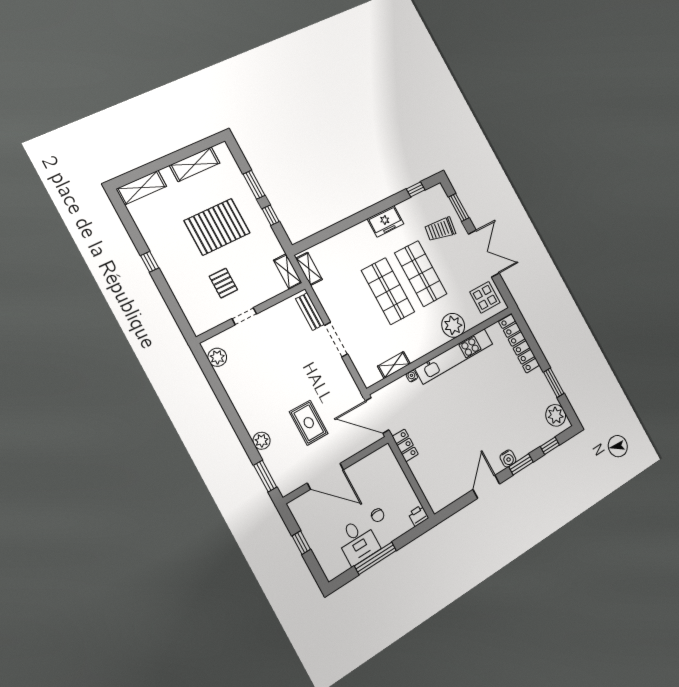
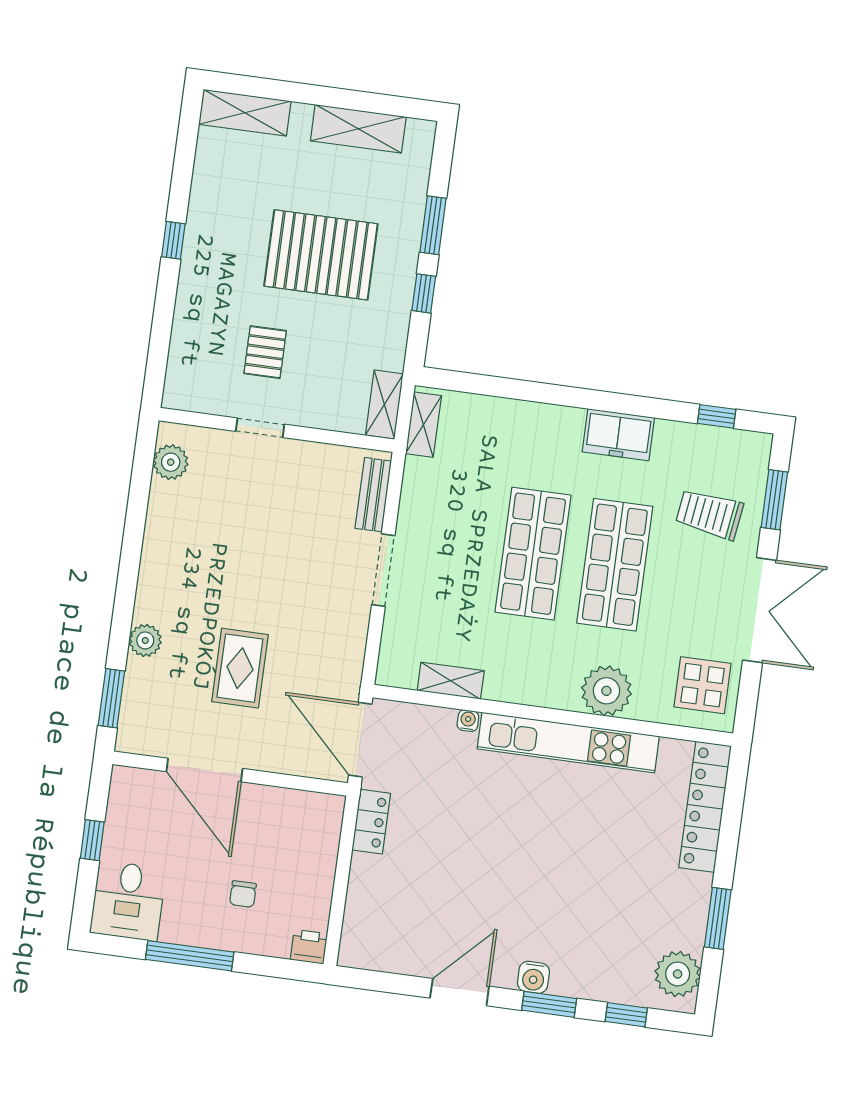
desk: (358, 541) -> (128, 901), moved

